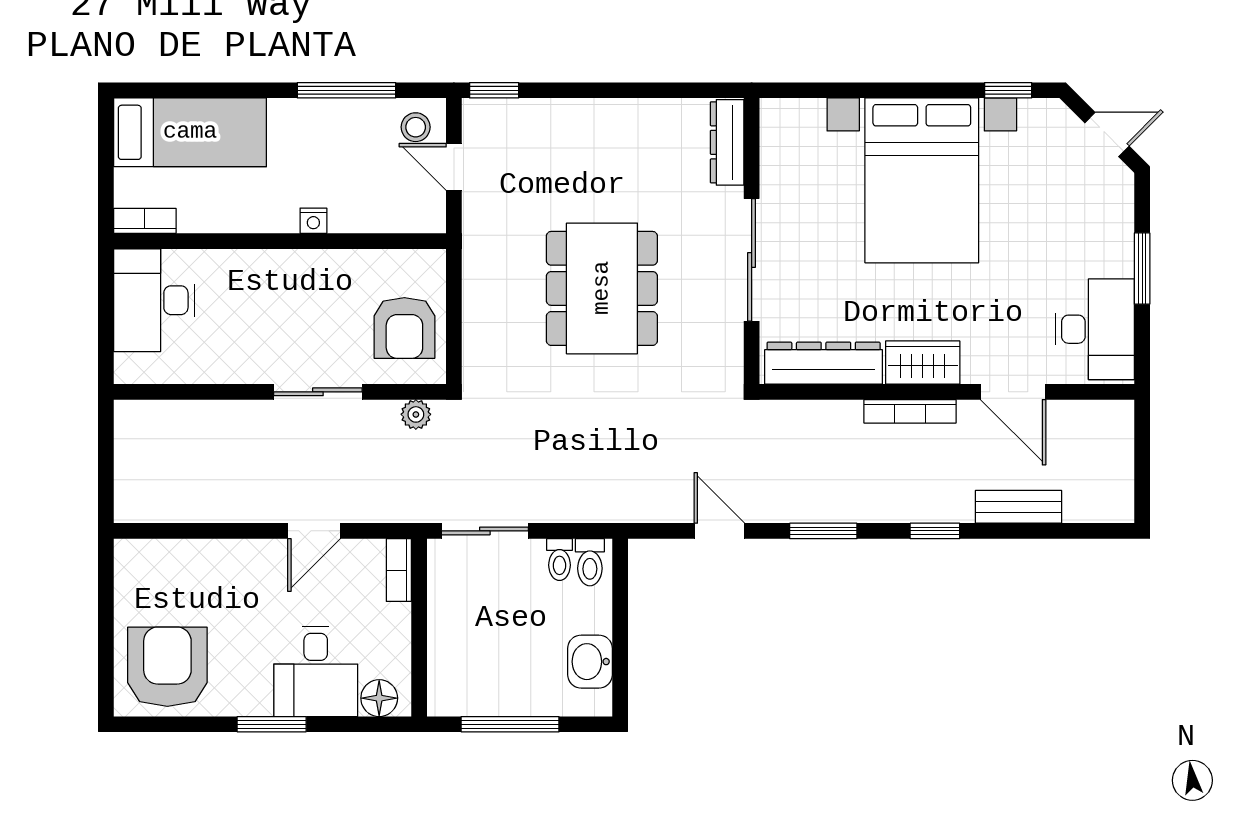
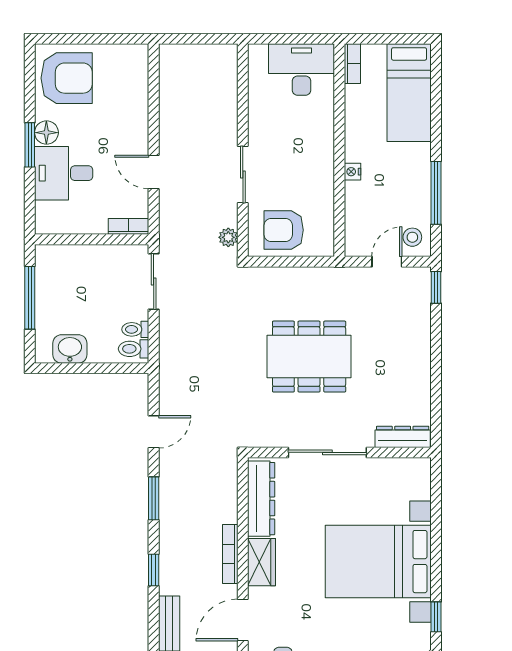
floor lamp: (379, 698) -> (46, 133), moved

